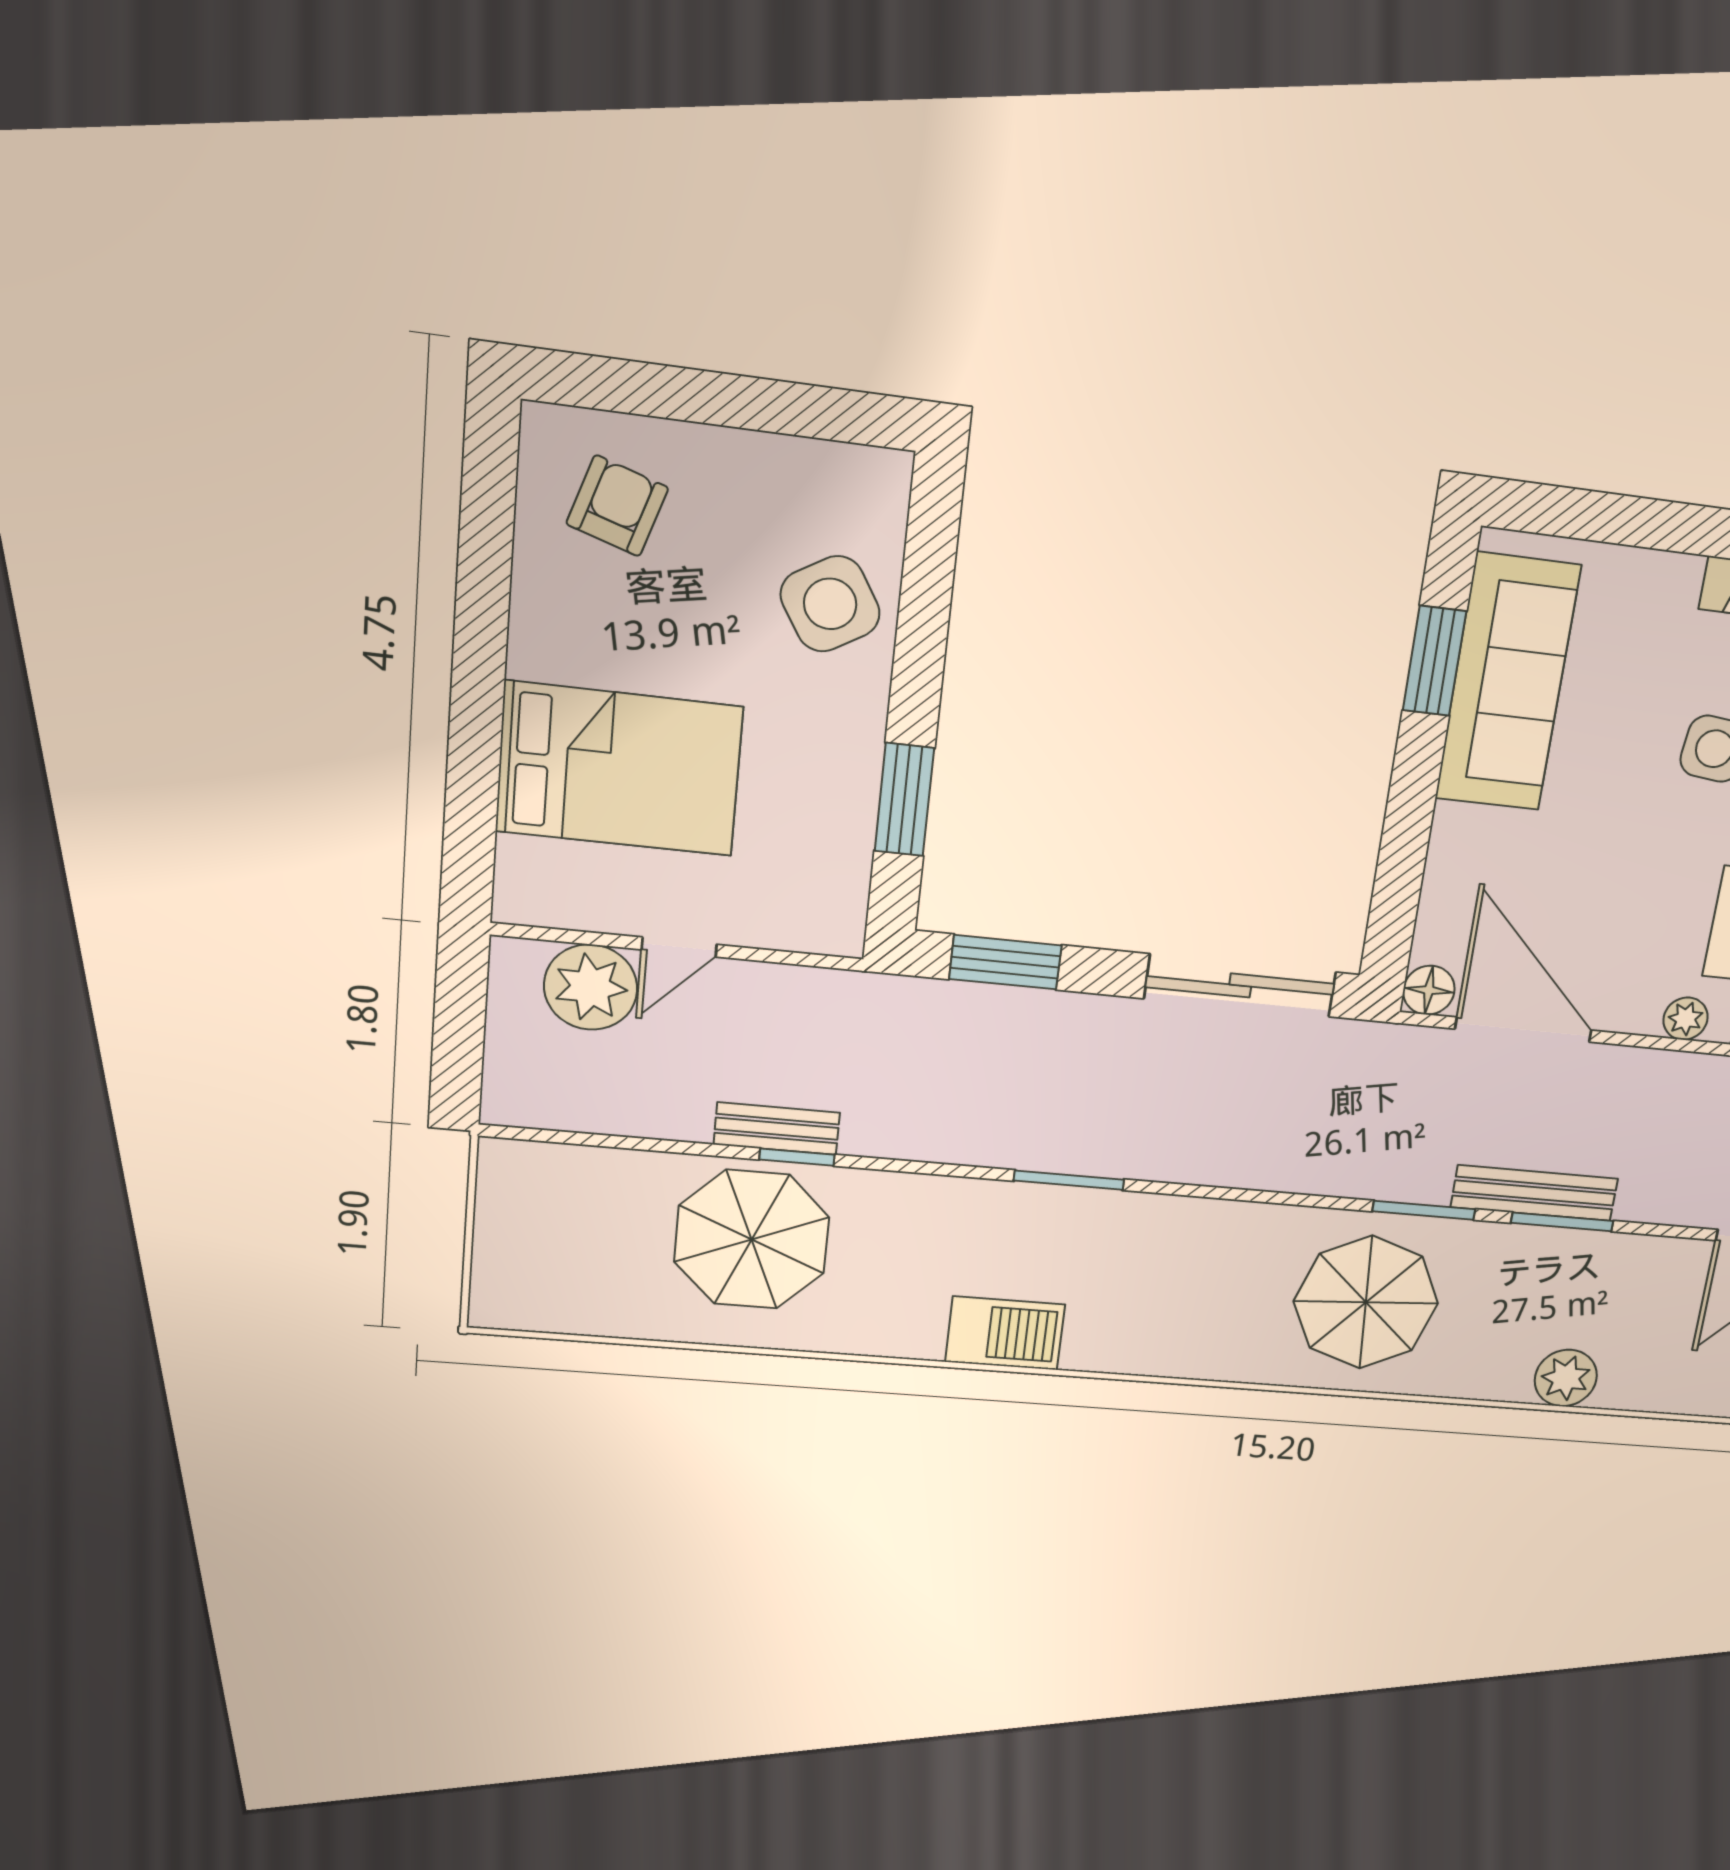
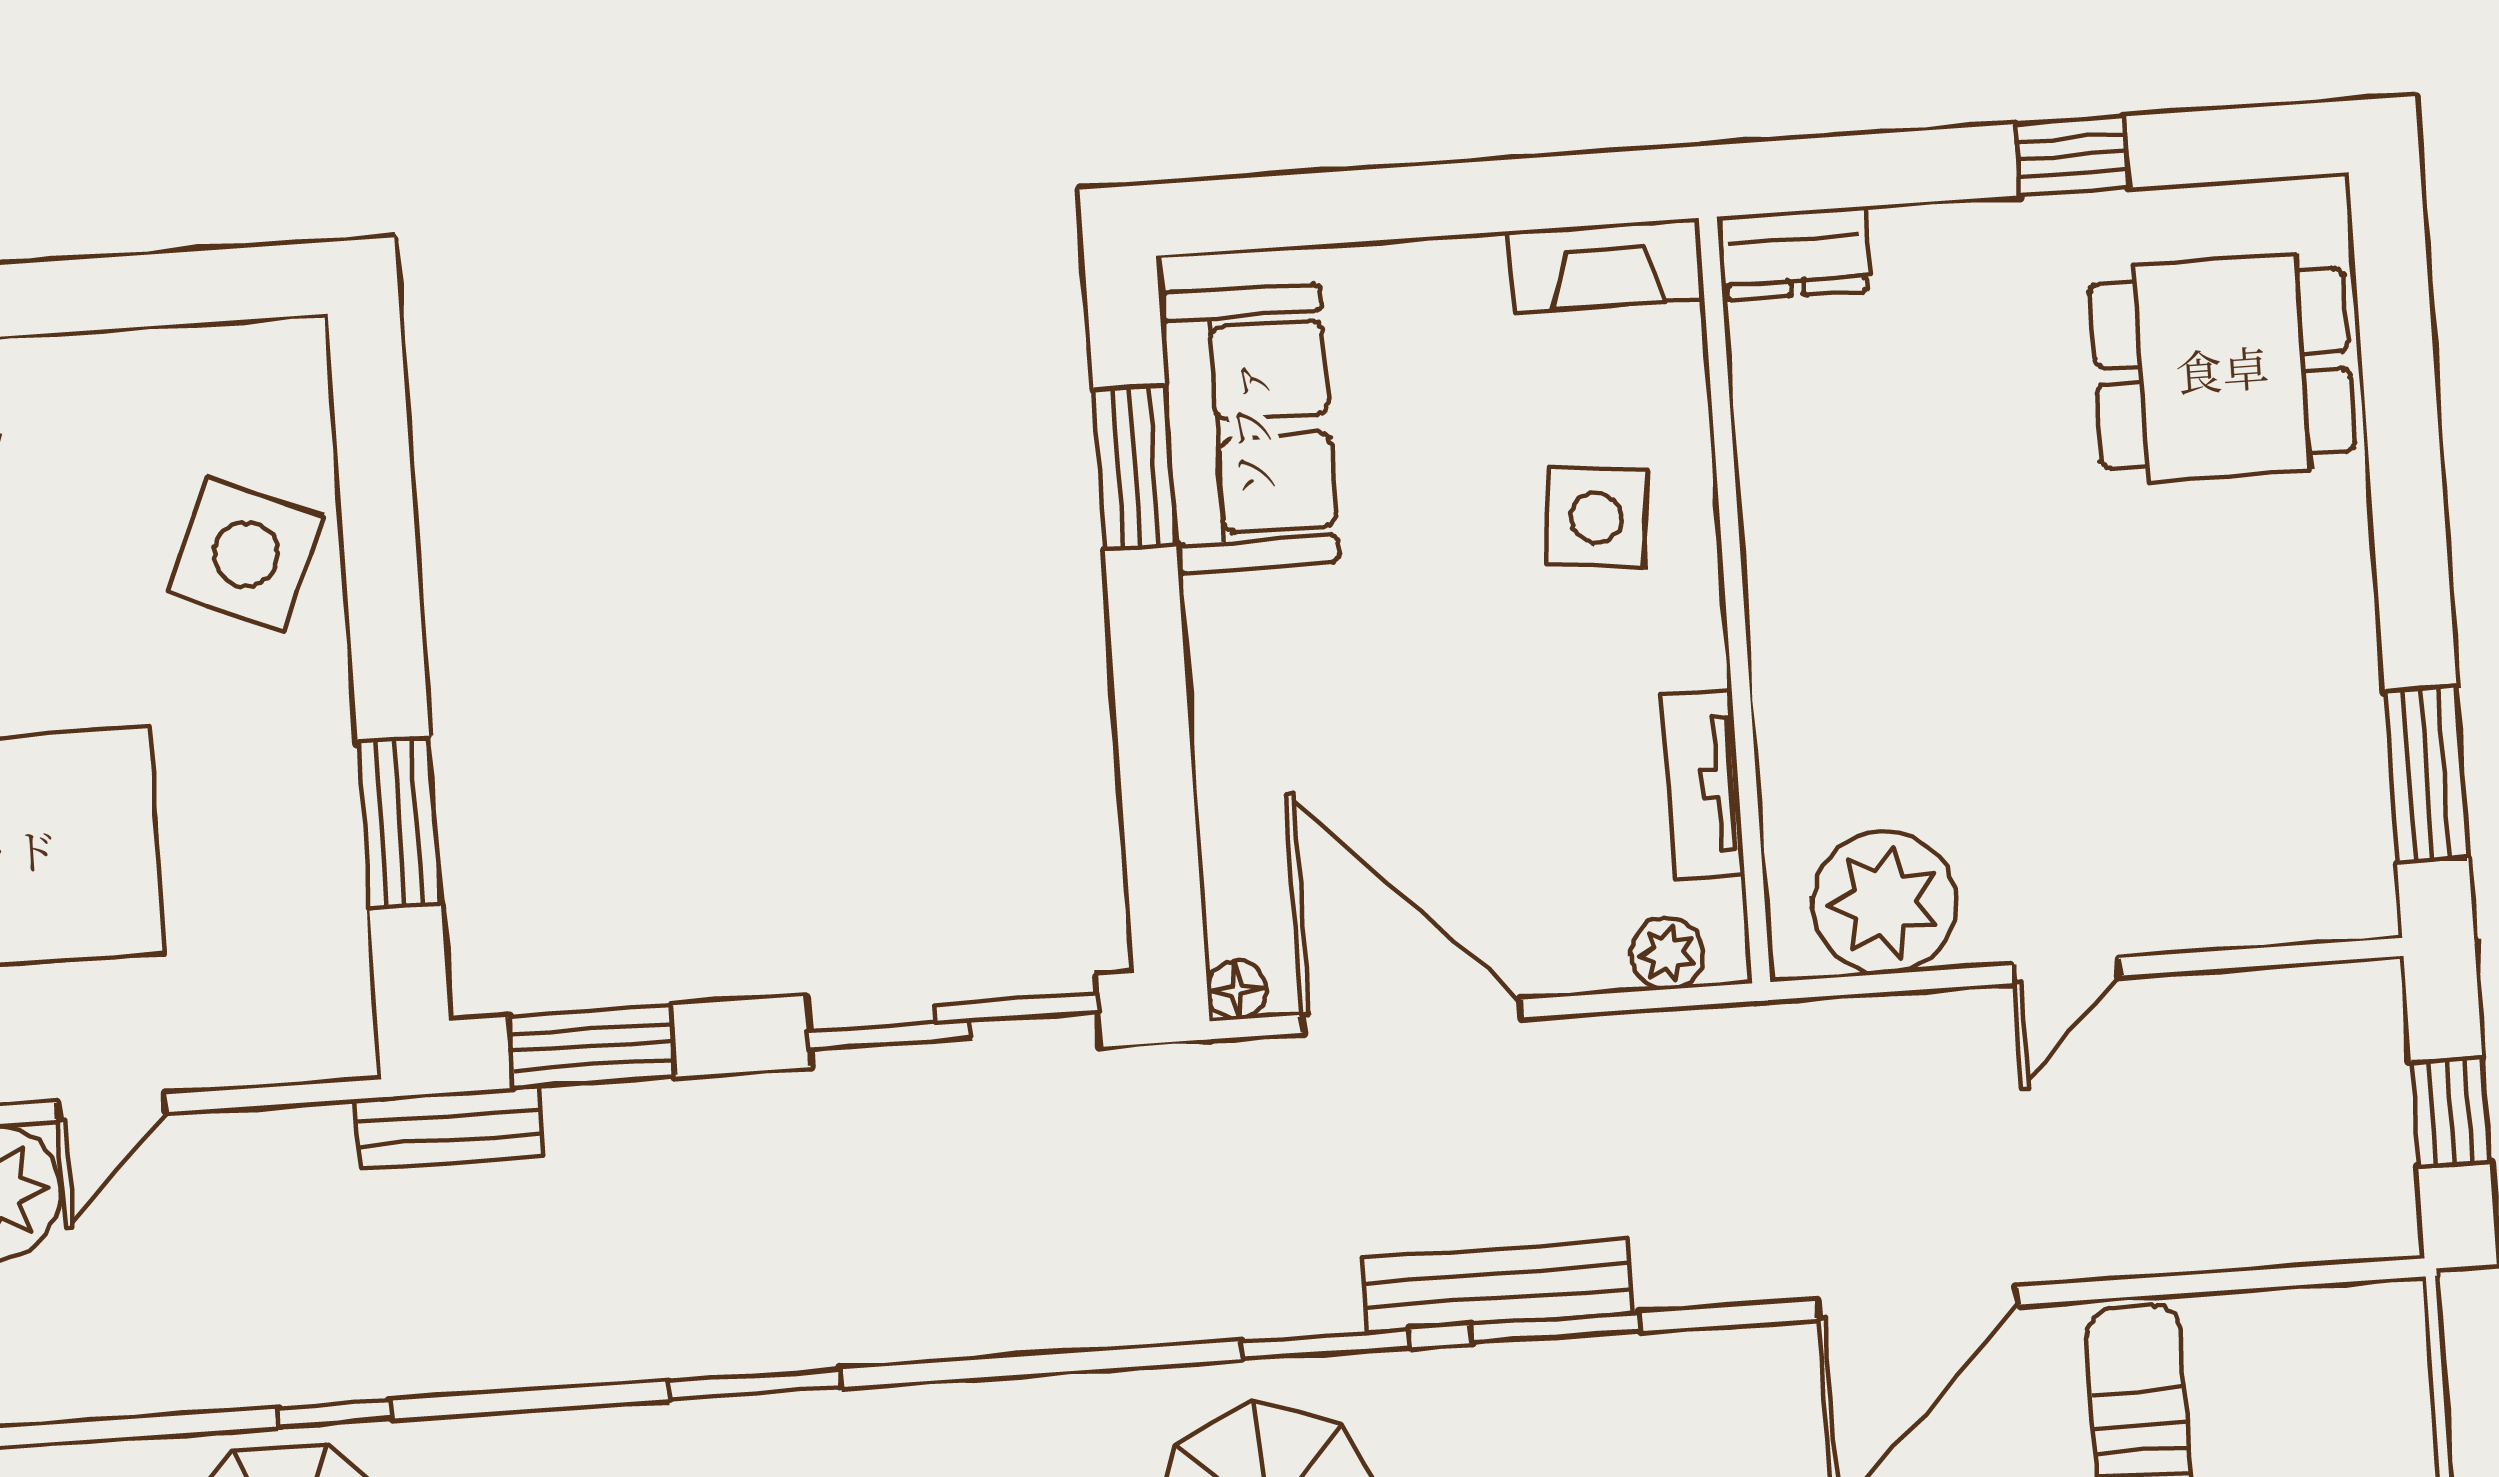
side table: (830, 604) -> (246, 554), turned -36
sofa: (1508, 683) -> (1249, 428), width x0.73
floor lamp: (1429, 990) -> (1237, 990), width x0.73, depth x0.73
bench: (777, 1129) -> (449, 1128), moved

